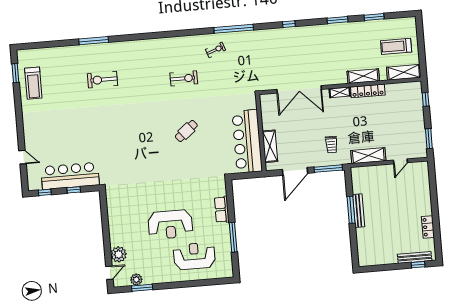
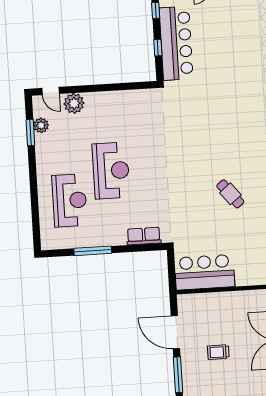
bar counter: (247, 141) -> (205, 272), width x0.73
trolley: (331, 145) -> (218, 352), moved
shelving: (270, 146) -> (208, 301), removed
row of seats: (222, 209) -> (144, 236), moved
reception desk: (170, 224) -> (111, 171), turned 180

